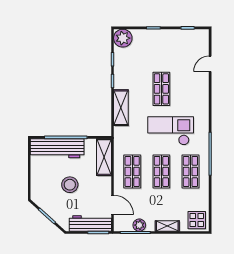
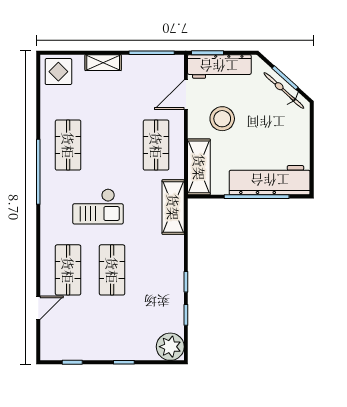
shelving: (121, 108) -> (173, 207), moved
checkout: (171, 131) -> (98, 206), width x0.73, depth x0.83
shop shelf: (161, 171) -> (68, 270), moved
stool: (70, 185) -> (222, 119), moved
door: (113, 205) -> (186, 95), hinge flipped
bicycle: (48, 208) -> (284, 90), added
plant: (139, 225) -> (145, 64), removed

